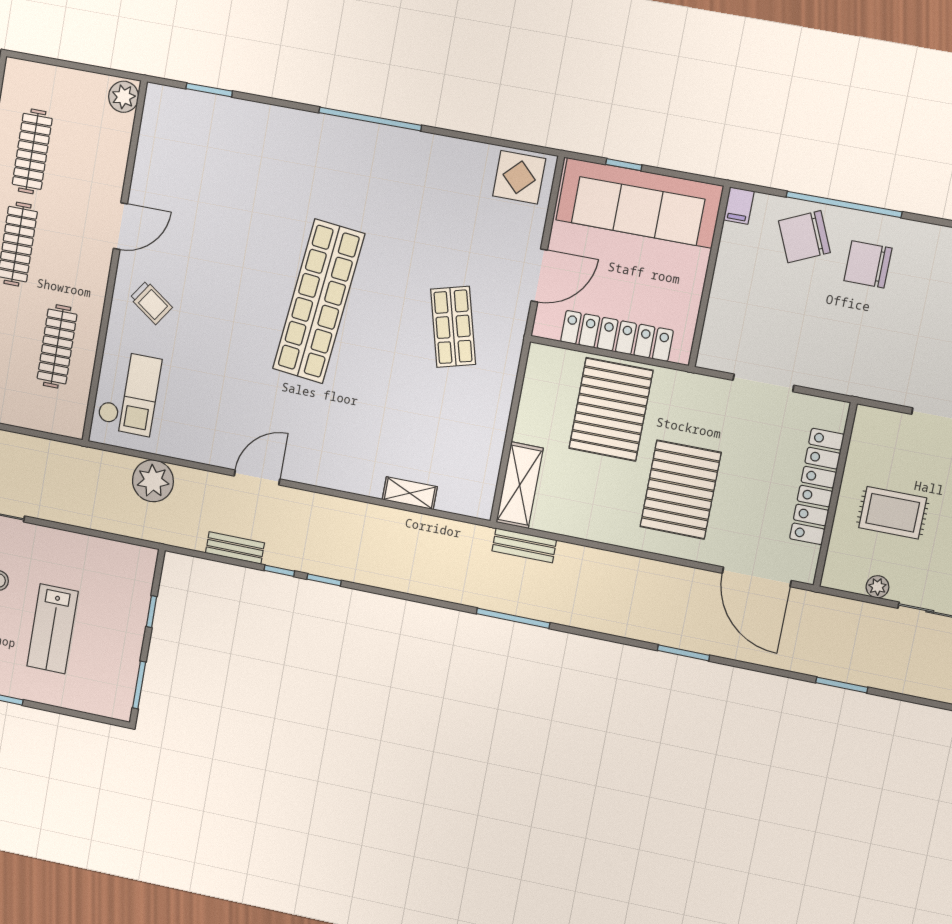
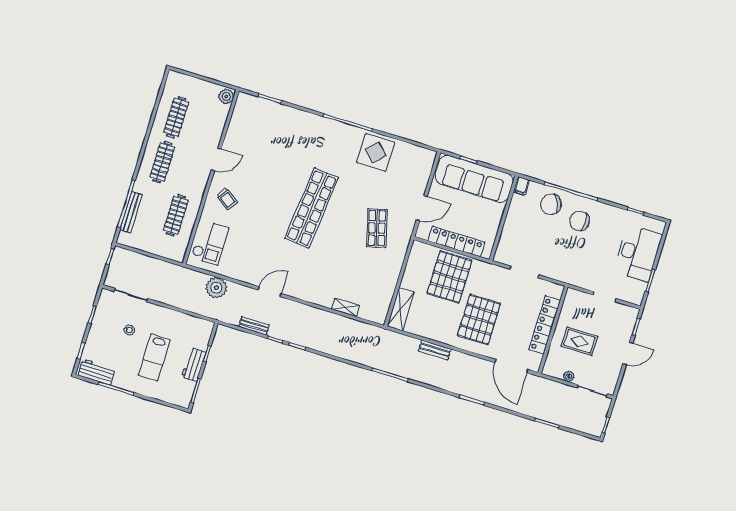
display table: (519, 177) -> (376, 152), moved, width x1.36, depth x1.36
bench: (524, 545) -> (435, 350), moved
workbench: (129, 635) -> (194, 365), added

